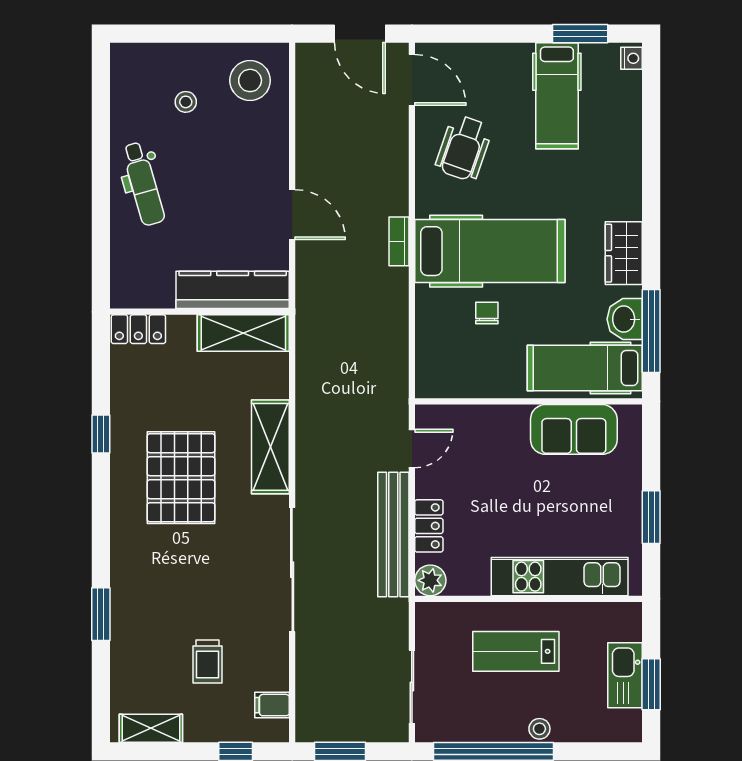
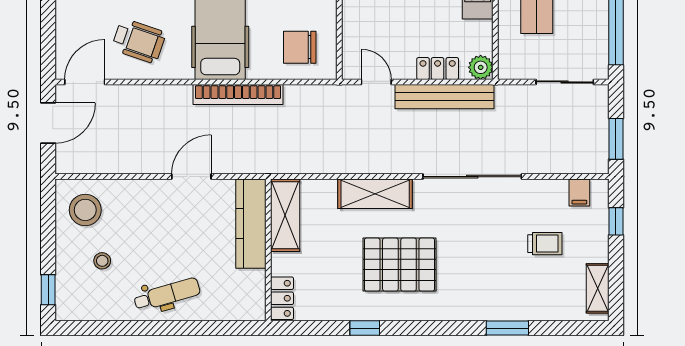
window: (149, 34) -> (48, 290), added
bookcase: (399, 241) -> (238, 95), width x2.31, depth x1.31
chair: (487, 313) -> (300, 47), moved, width x1.87, depth x1.87

